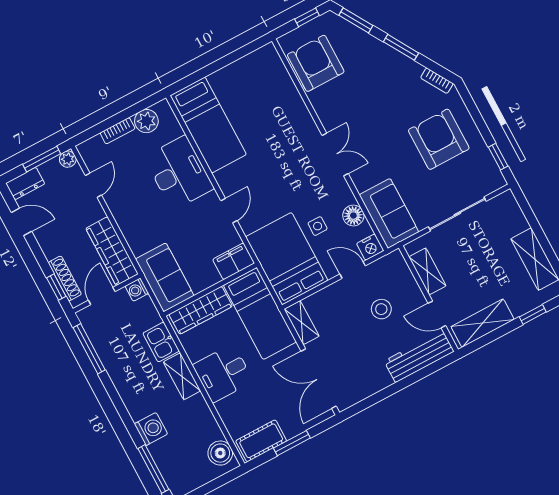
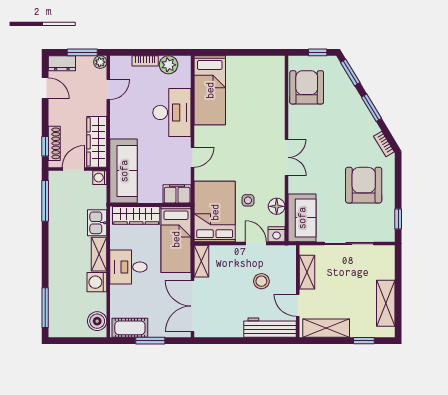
sofa: (165, 277) -> (124, 171), width x1.36
washing machine: (151, 429) -> (97, 282), moved, turned 180

